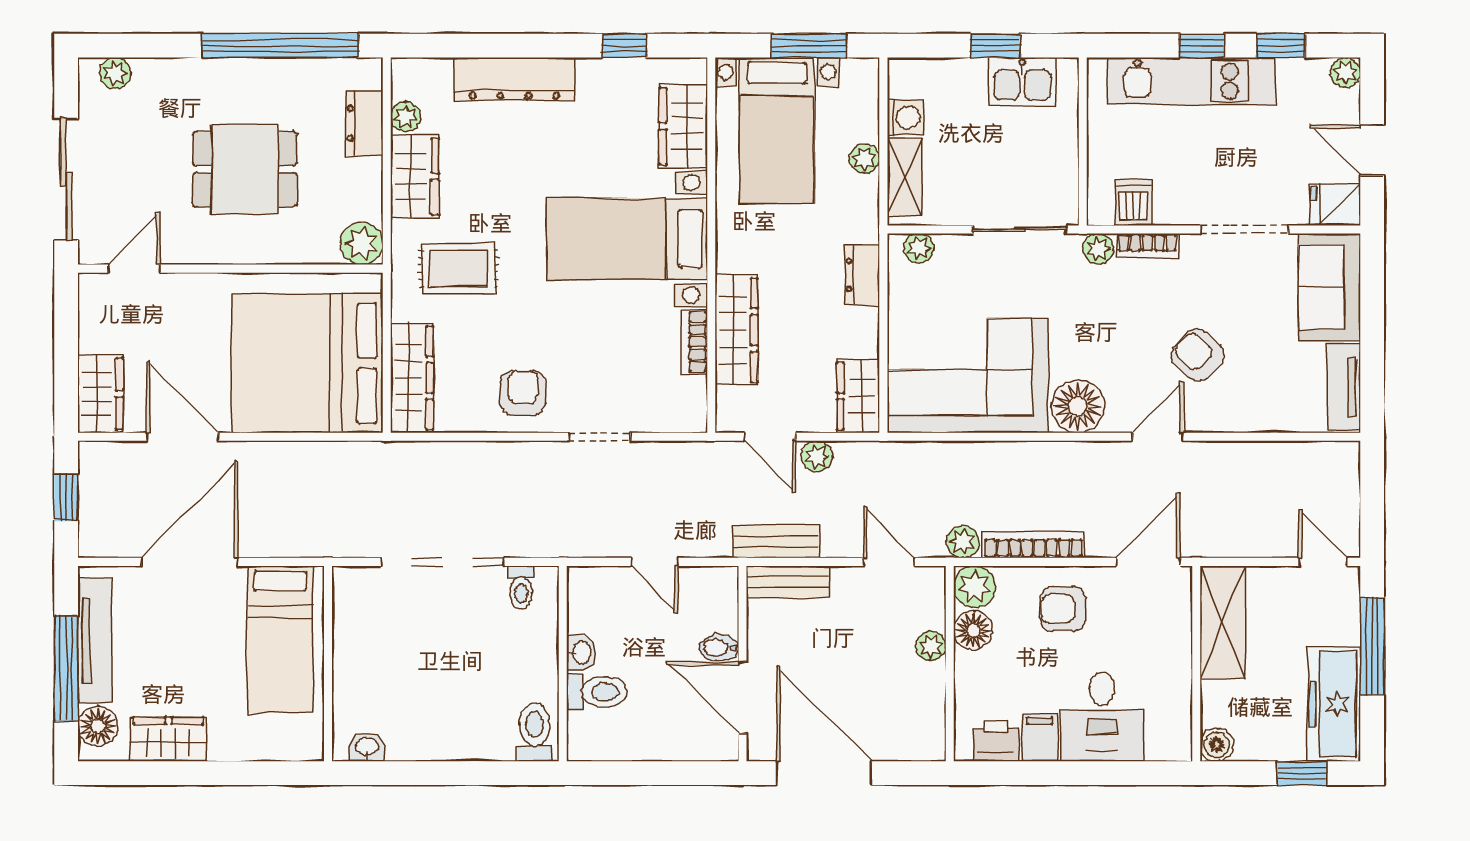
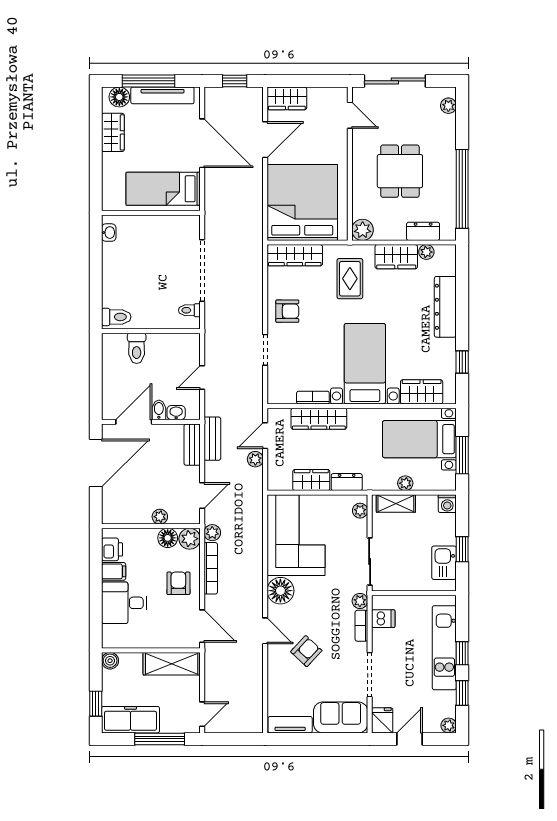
washing machine: (905, 117) -> (447, 504), moved
wardrobe: (858, 396) -> (311, 480), moved
washbasin: (581, 653) -> (176, 413), moved, turned 180

